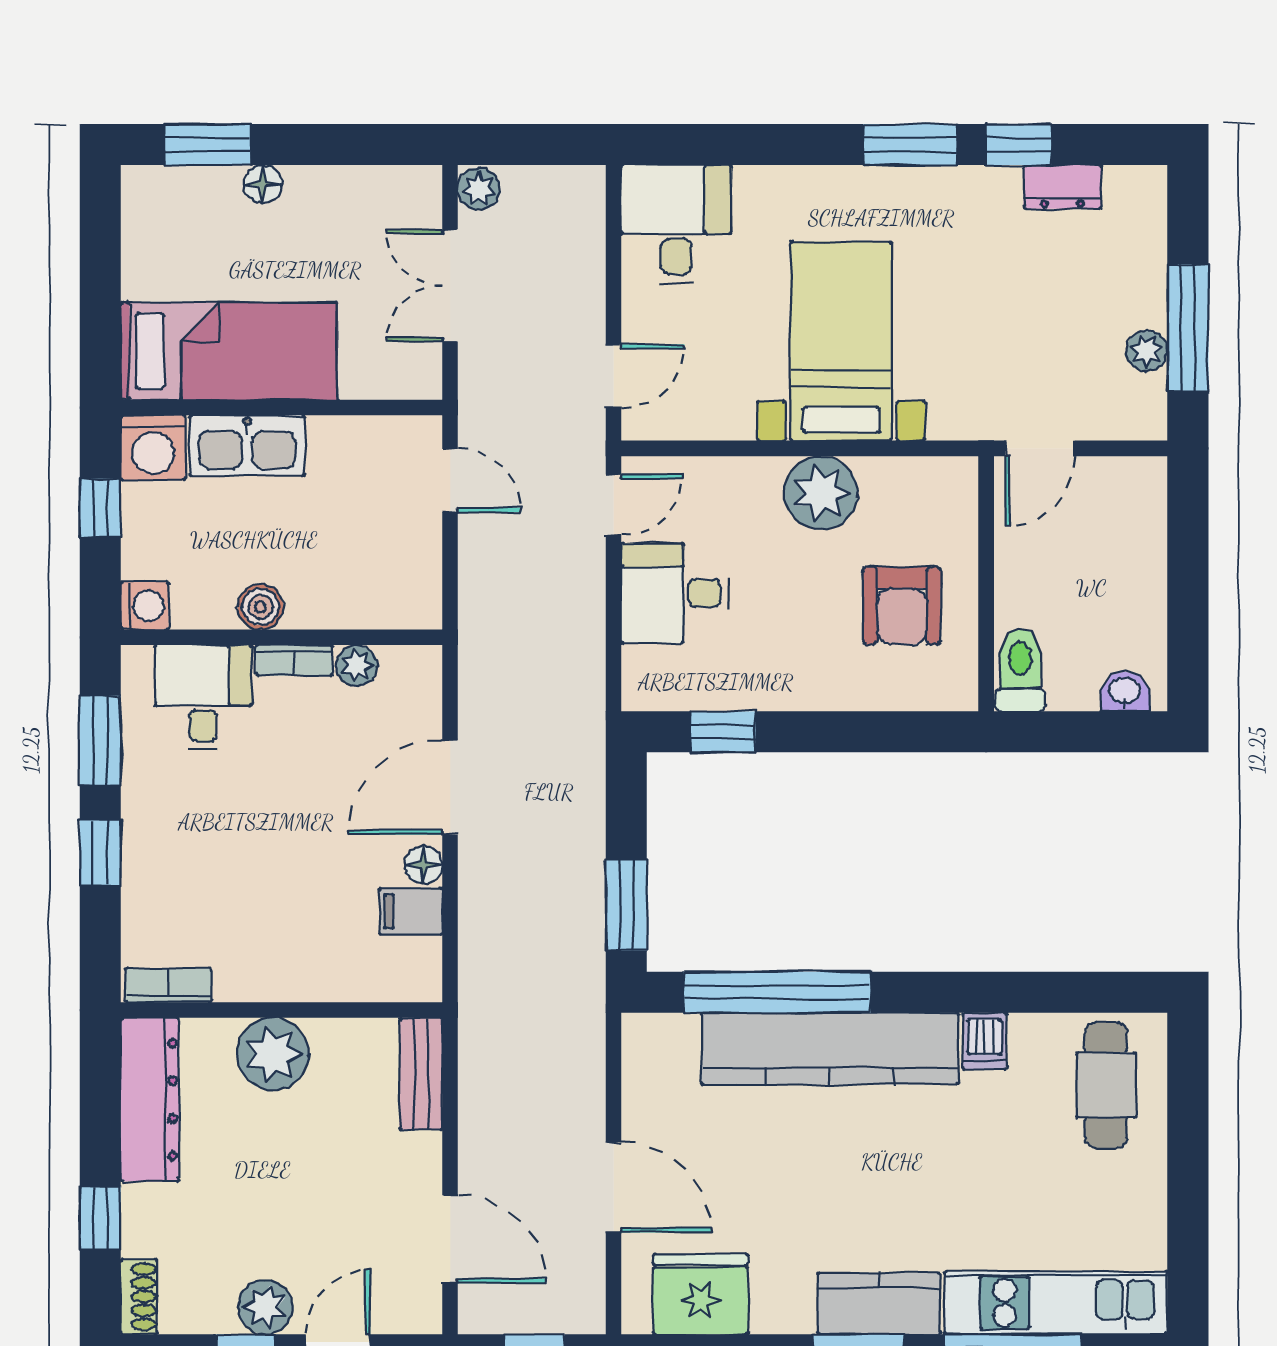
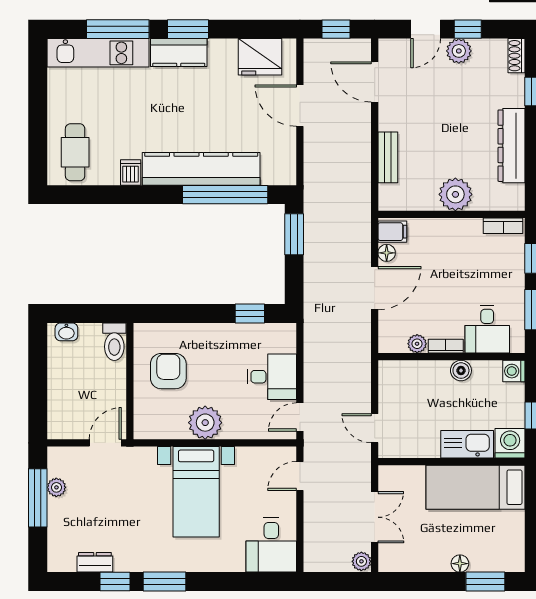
bookcase: (168, 985) -> (503, 226), moved
wall: (282, 1010) -> (451, 214), moved
plant: (273, 1054) -> (455, 194), moved

